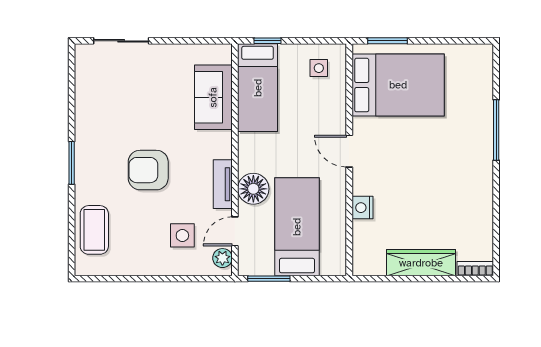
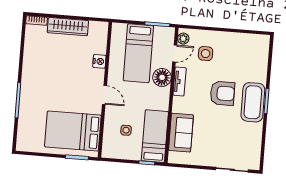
side table: (319, 68) -> (126, 130), moved
coffee table: (94, 230) -> (253, 102), moved, width x1.36, depth x1.32

